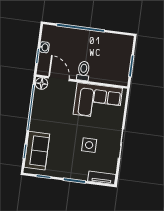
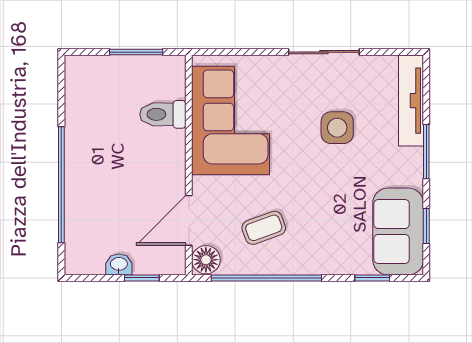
toilet: (83, 71) -> (163, 114), moved
coffee table: (52, 109) -> (264, 228), added
sofa: (37, 151) -> (398, 232), moved, turned -90
tv unit: (102, 178) -> (411, 101), width x1.41

